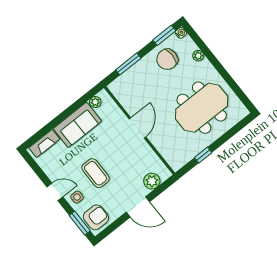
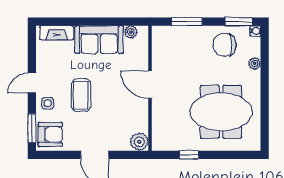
door: (137, 128) -> (150, 85), swing flipped
plant: (152, 181) -> (139, 142), moved
door: (55, 192) -> (32, 83), swing flipped

